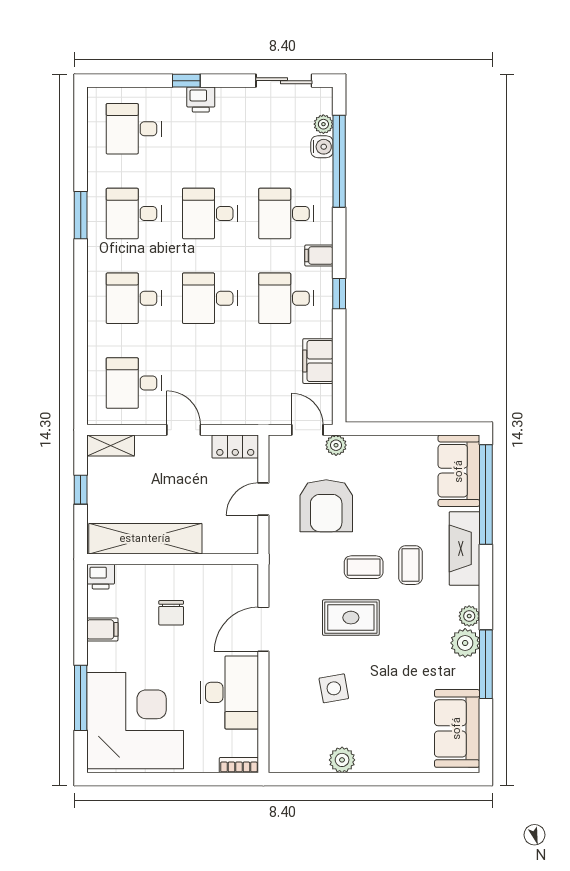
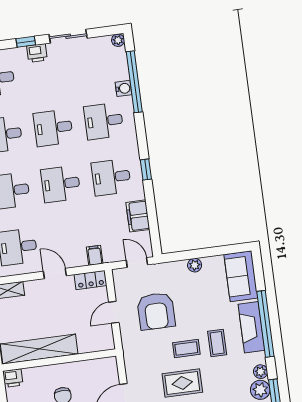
sliding door: (284, 81) -> (68, 36), moved
plant: (323, 124) -> (118, 40), moved
water cooler: (322, 147) -> (123, 88), moved
filing cabinet: (319, 256) -> (95, 255), moved, turned 90
plant: (336, 445) -> (195, 265), moved
window: (486, 495) -> (265, 324), moved

